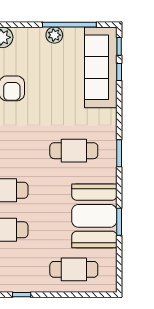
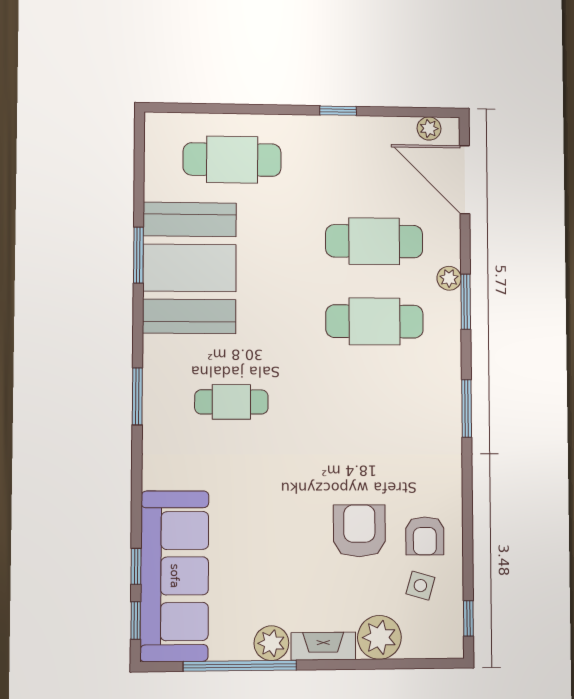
fireplace: (29, 33) -> (323, 646), added
cafe table: (74, 151) -> (231, 402), width x0.73, depth x0.74

